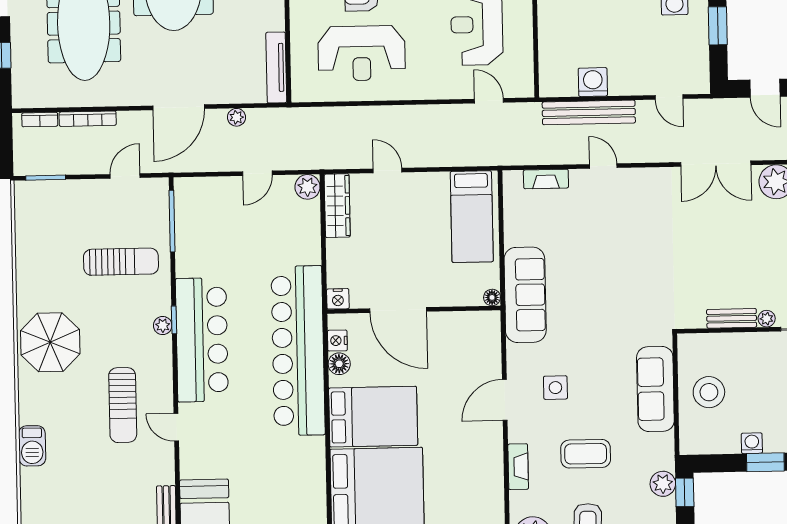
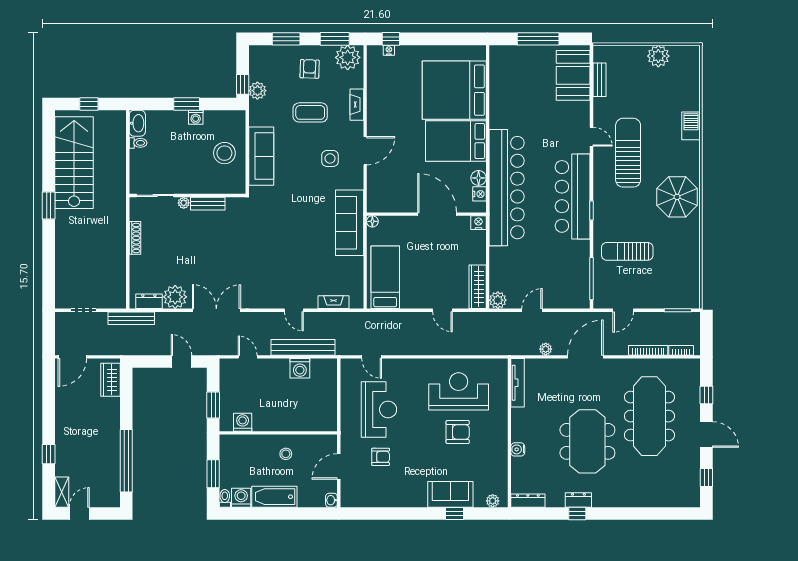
plant: (163, 326) -> (599, 207), removed
sun lounger: (123, 405) -> (628, 153), width x1.36, depth x1.34

